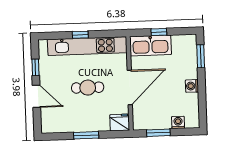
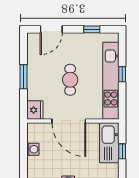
door: (36, 96) -> (51, 29), moved
washing machine: (178, 122) -> (33, 149), moved
window: (158, 133) -> (24, 147), removed

